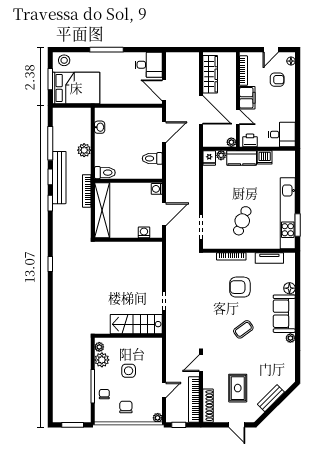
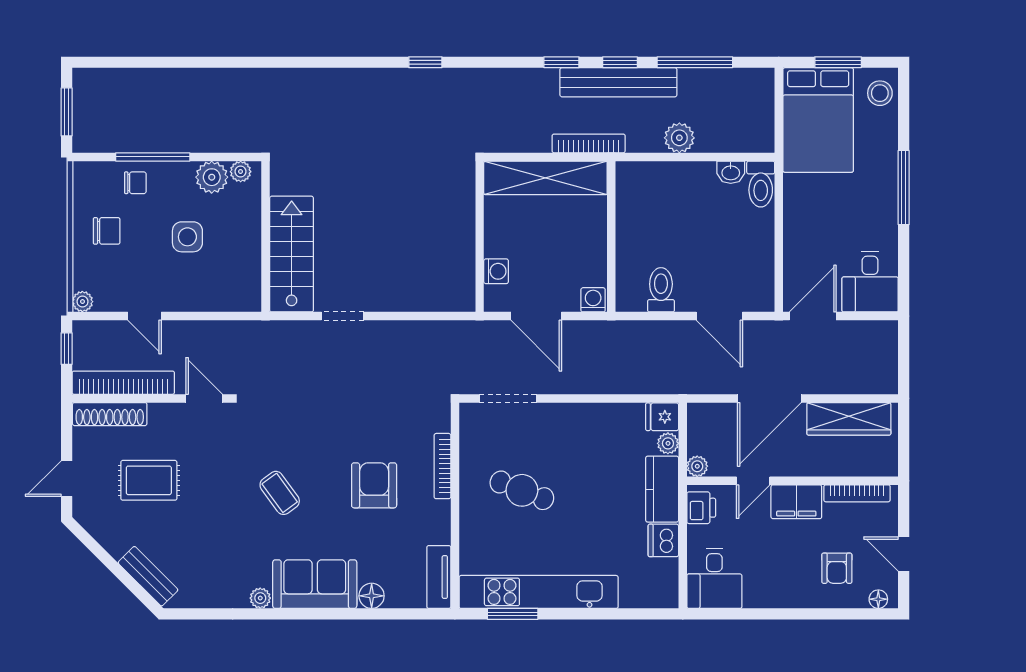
toilet: (105, 173) -> (761, 184), moved
tv unit: (269, 258) -> (439, 577), moved
bench: (271, 398) -> (148, 576), moved

